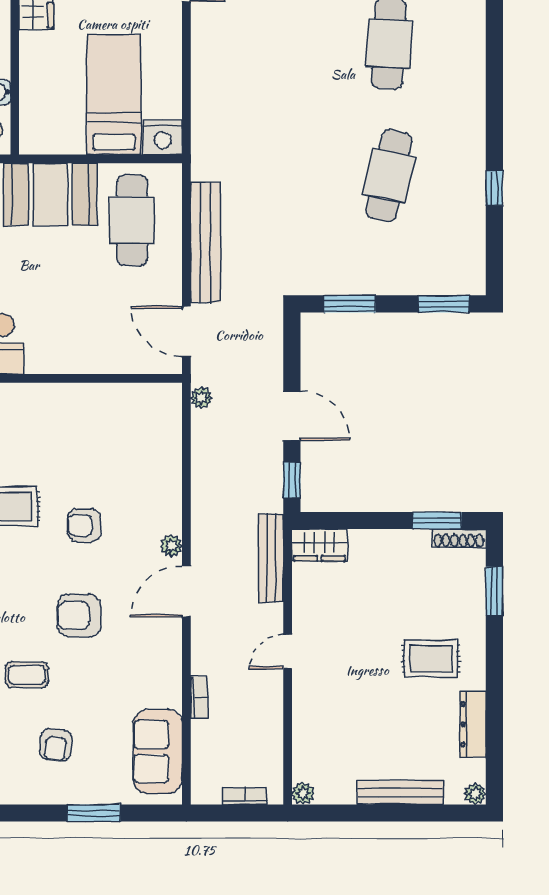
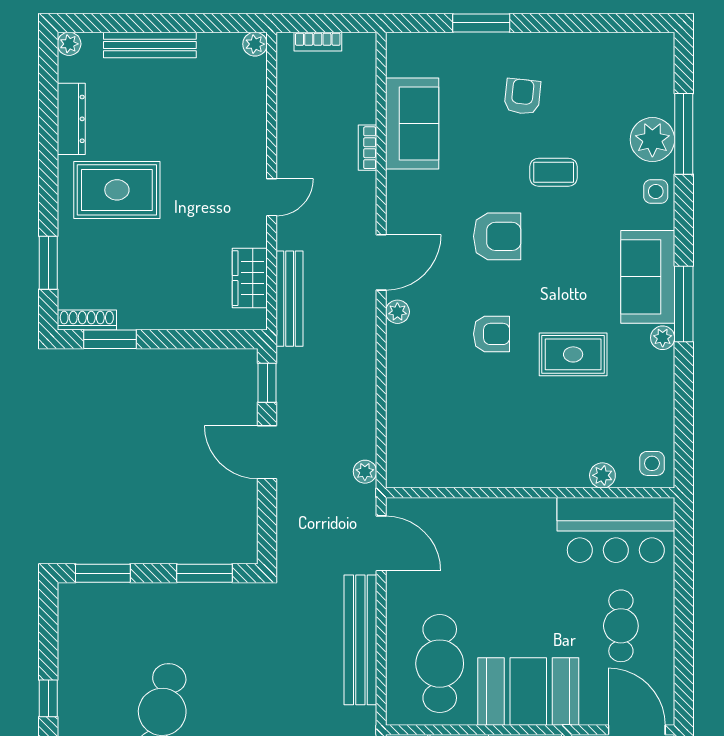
wardrobe: (320, 545) -> (250, 278), moved, turned -90
rug: (431, 659) -> (117, 190), width x1.36, depth x1.43
sofa: (158, 751) -> (412, 124), moved

